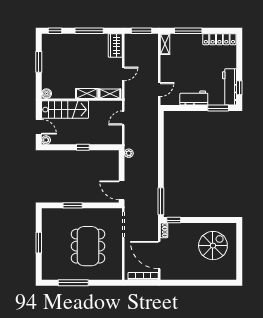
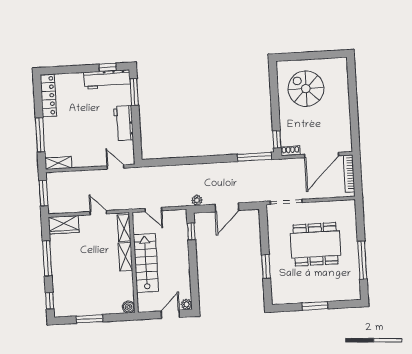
stairs: (65, 110) -> (146, 263), moved
window: (83, 147) -> (191, 231), moved
door: (122, 190) -> (227, 207), moved

